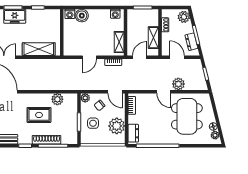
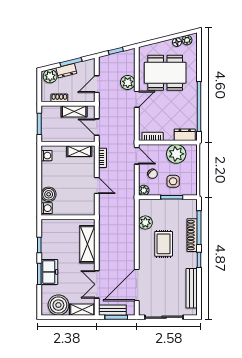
dresser: (191, 42) -> (66, 71), moved
door: (115, 92) -> (137, 156), hinge flipped

